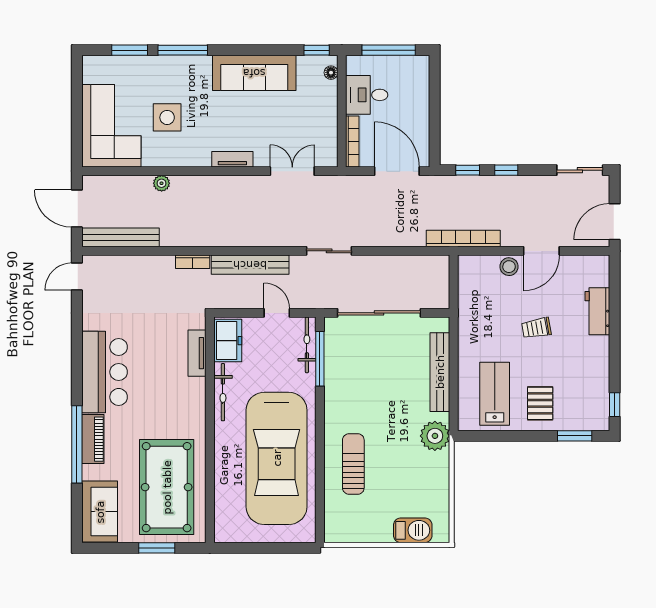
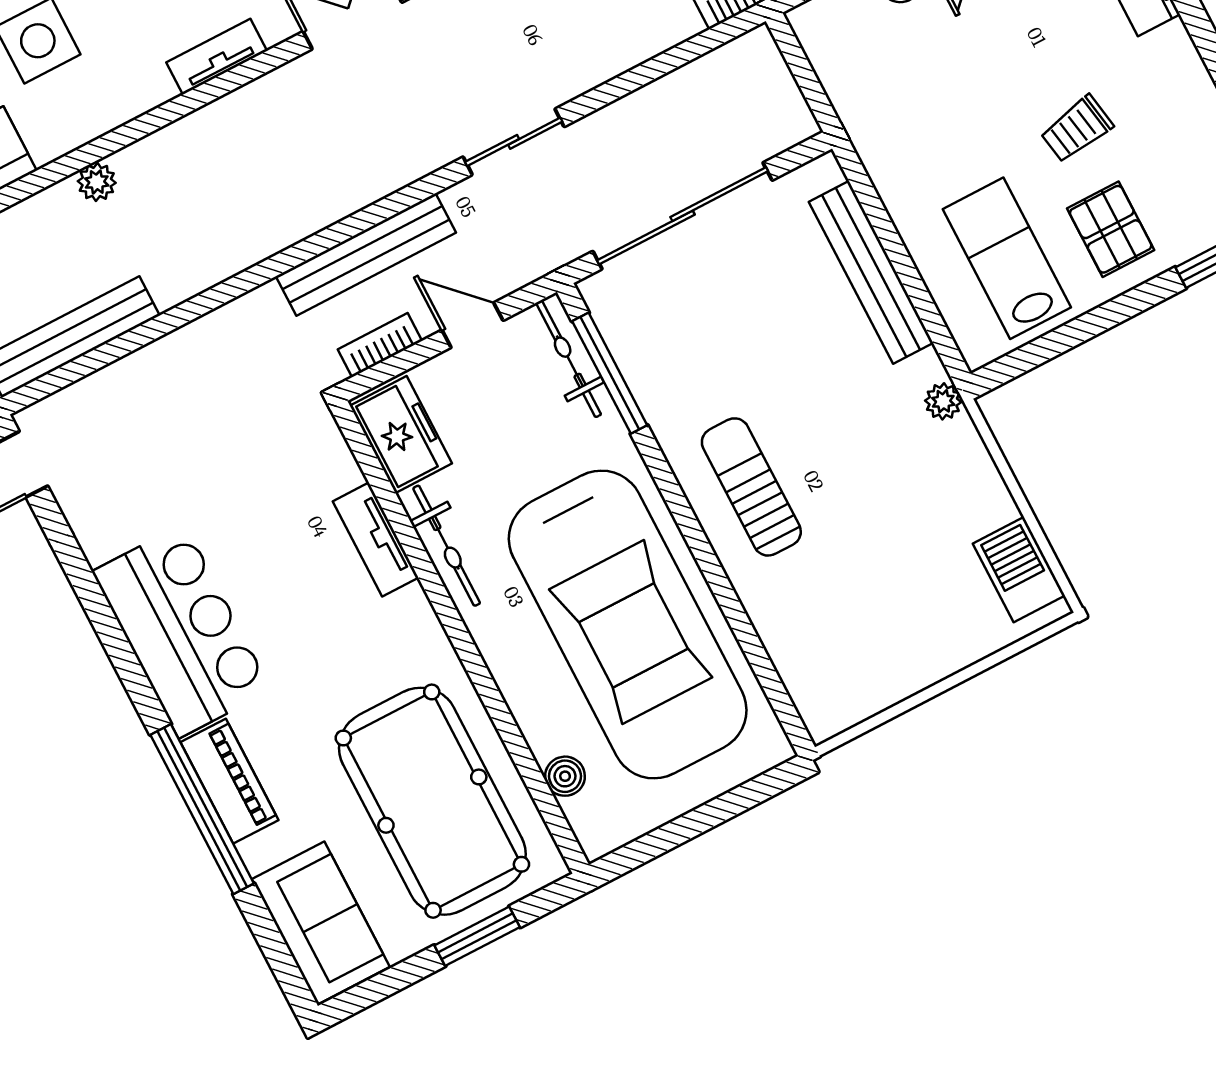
bookcase: (193, 262) -> (380, 345), moved, turned 180
trolley: (536, 328) -> (1077, 129), moved
tv unit: (197, 353) -> (376, 539), moved
plant: (435, 436) -> (943, 401), width x0.53, depth x0.53
sun lounger: (353, 464) -> (751, 487), moved
boiler: (222, 504) -> (565, 776), added
barbecue: (413, 530) -> (1019, 570), moved, turned -90

